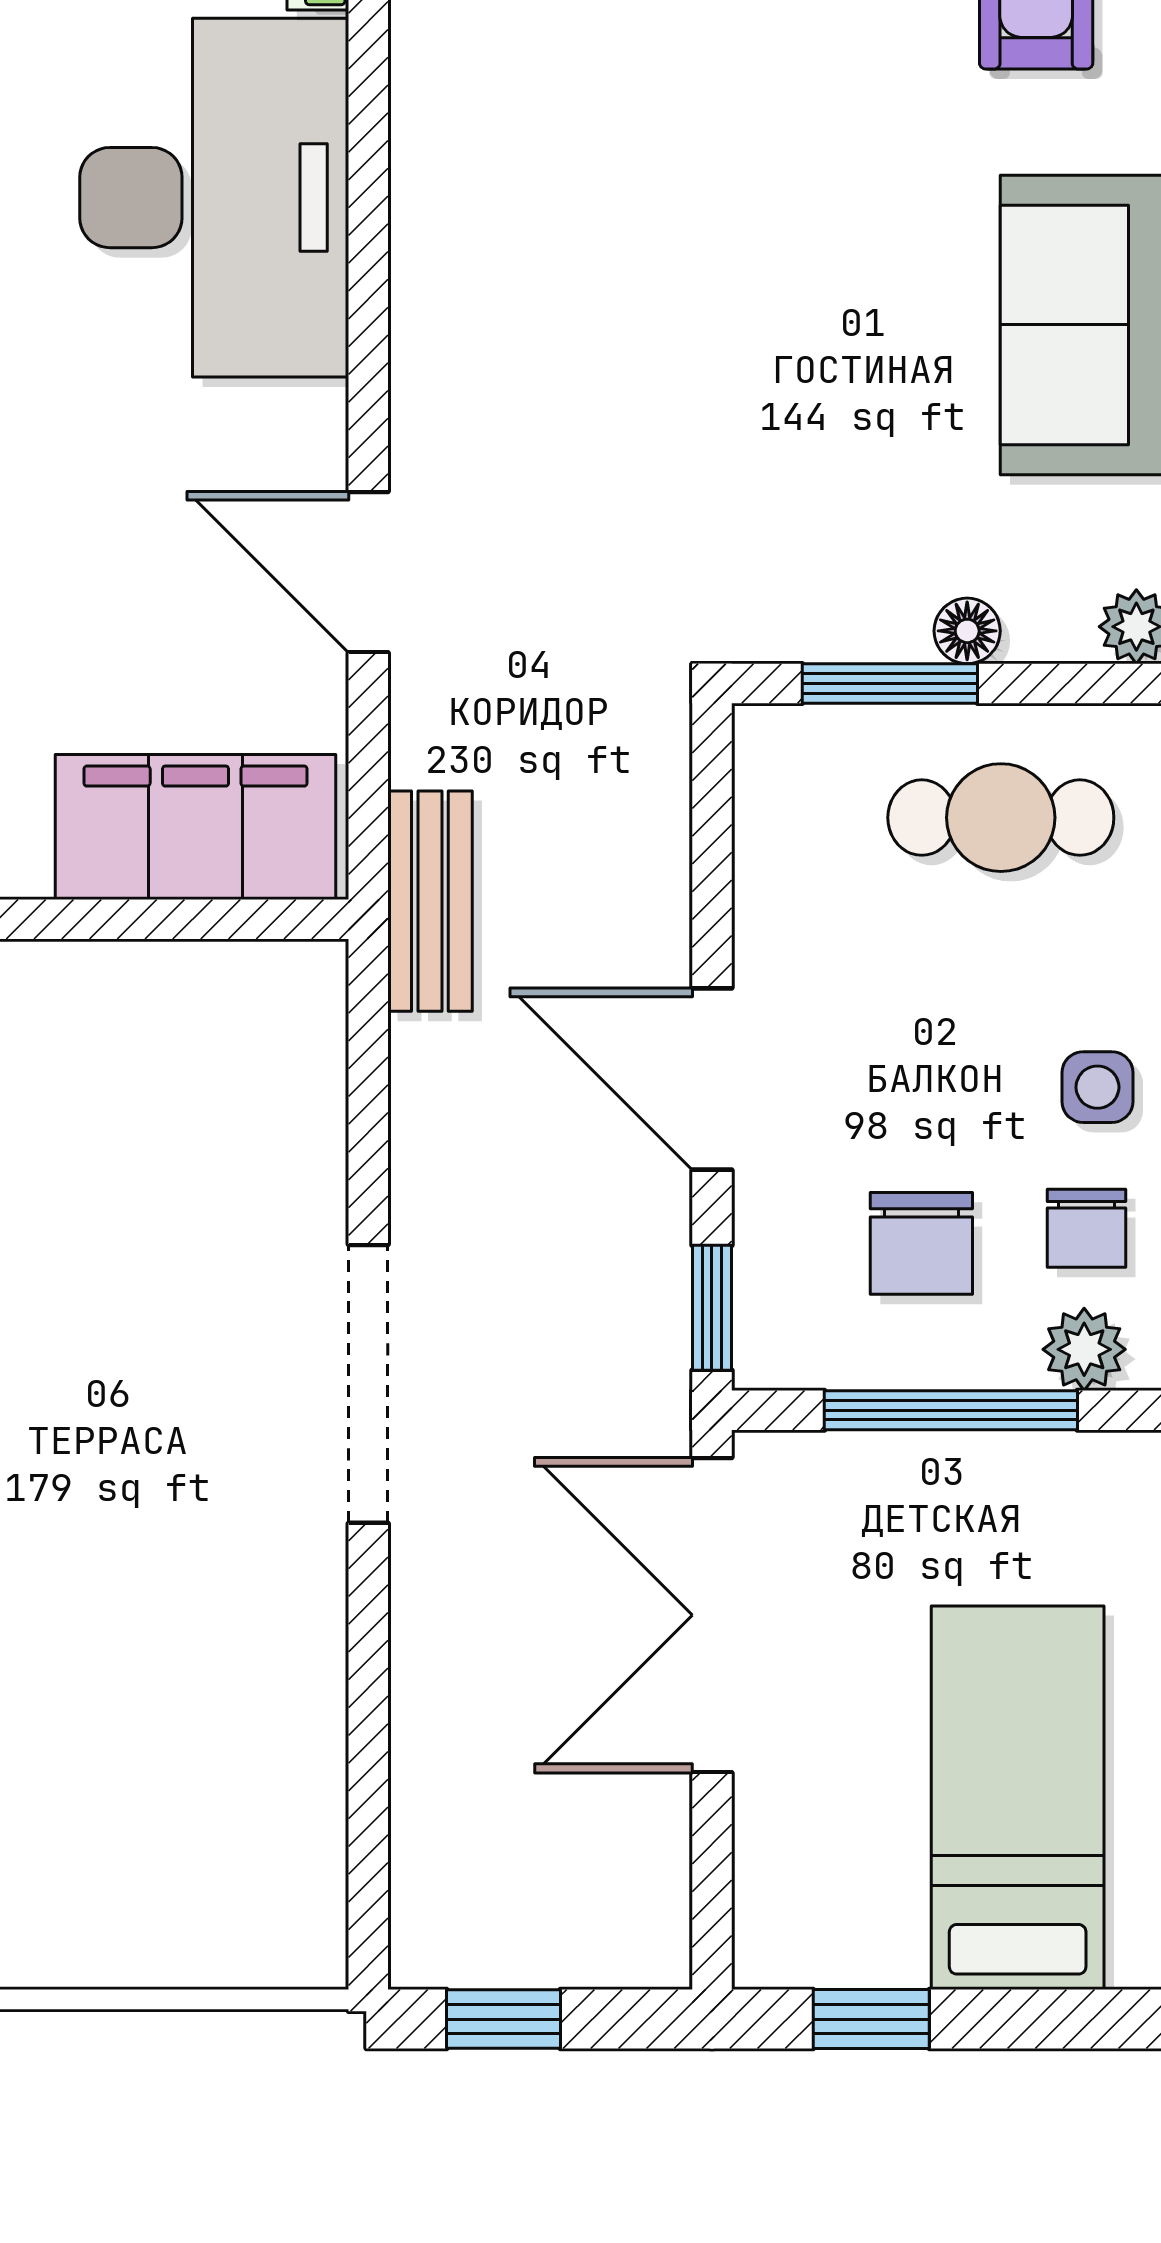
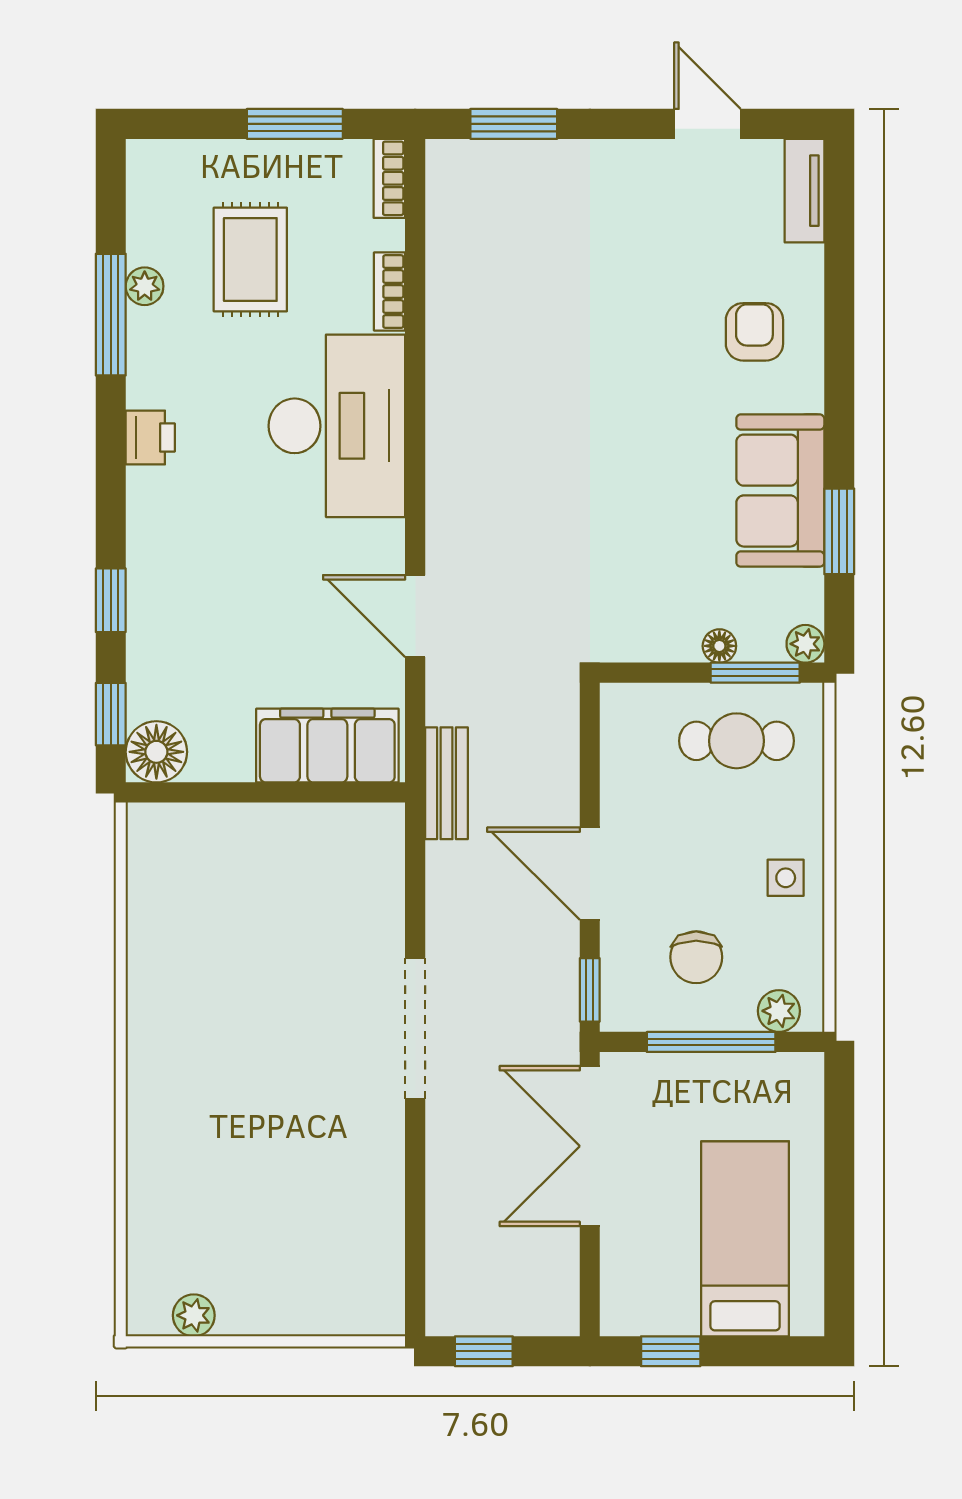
window: (890, 683) -> (755, 673), moved
chair: (1086, 1228) -> (780, 949), removed

